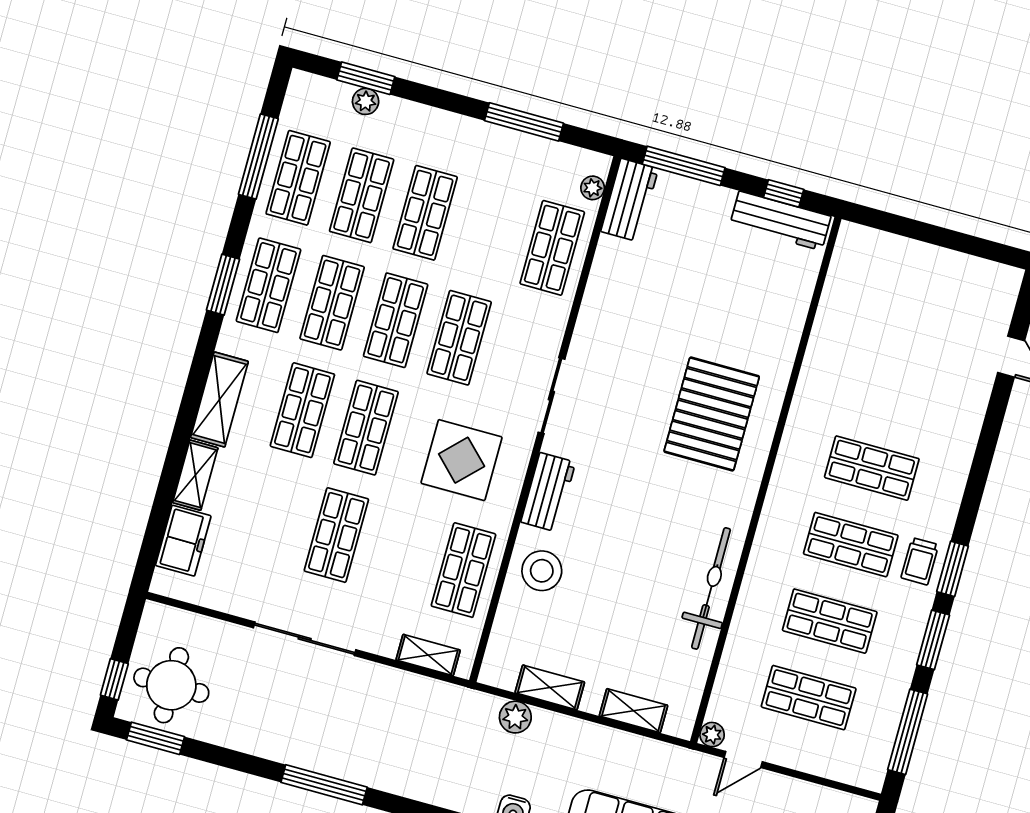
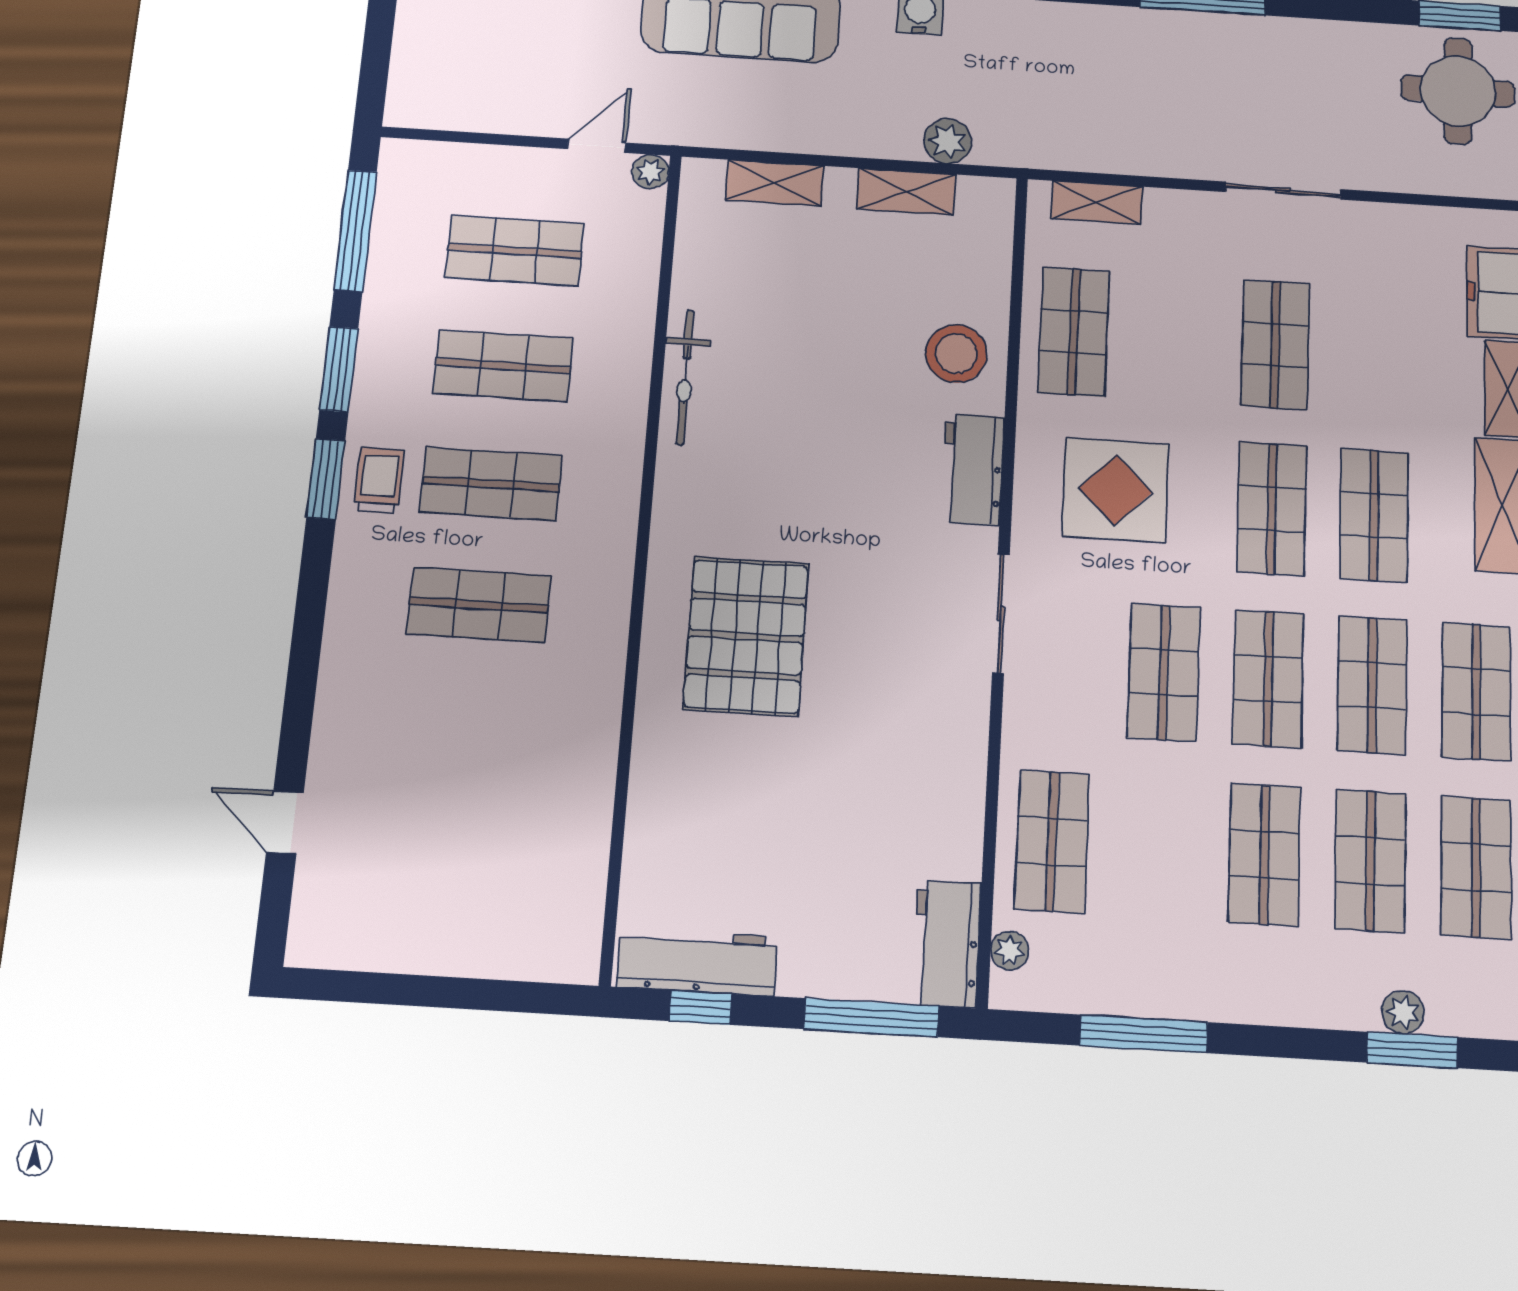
bicycle: (711, 588) -> (685, 377), width x0.73, depth x0.71
sliding door: (305, 639) -> (1283, 191), width x0.73

